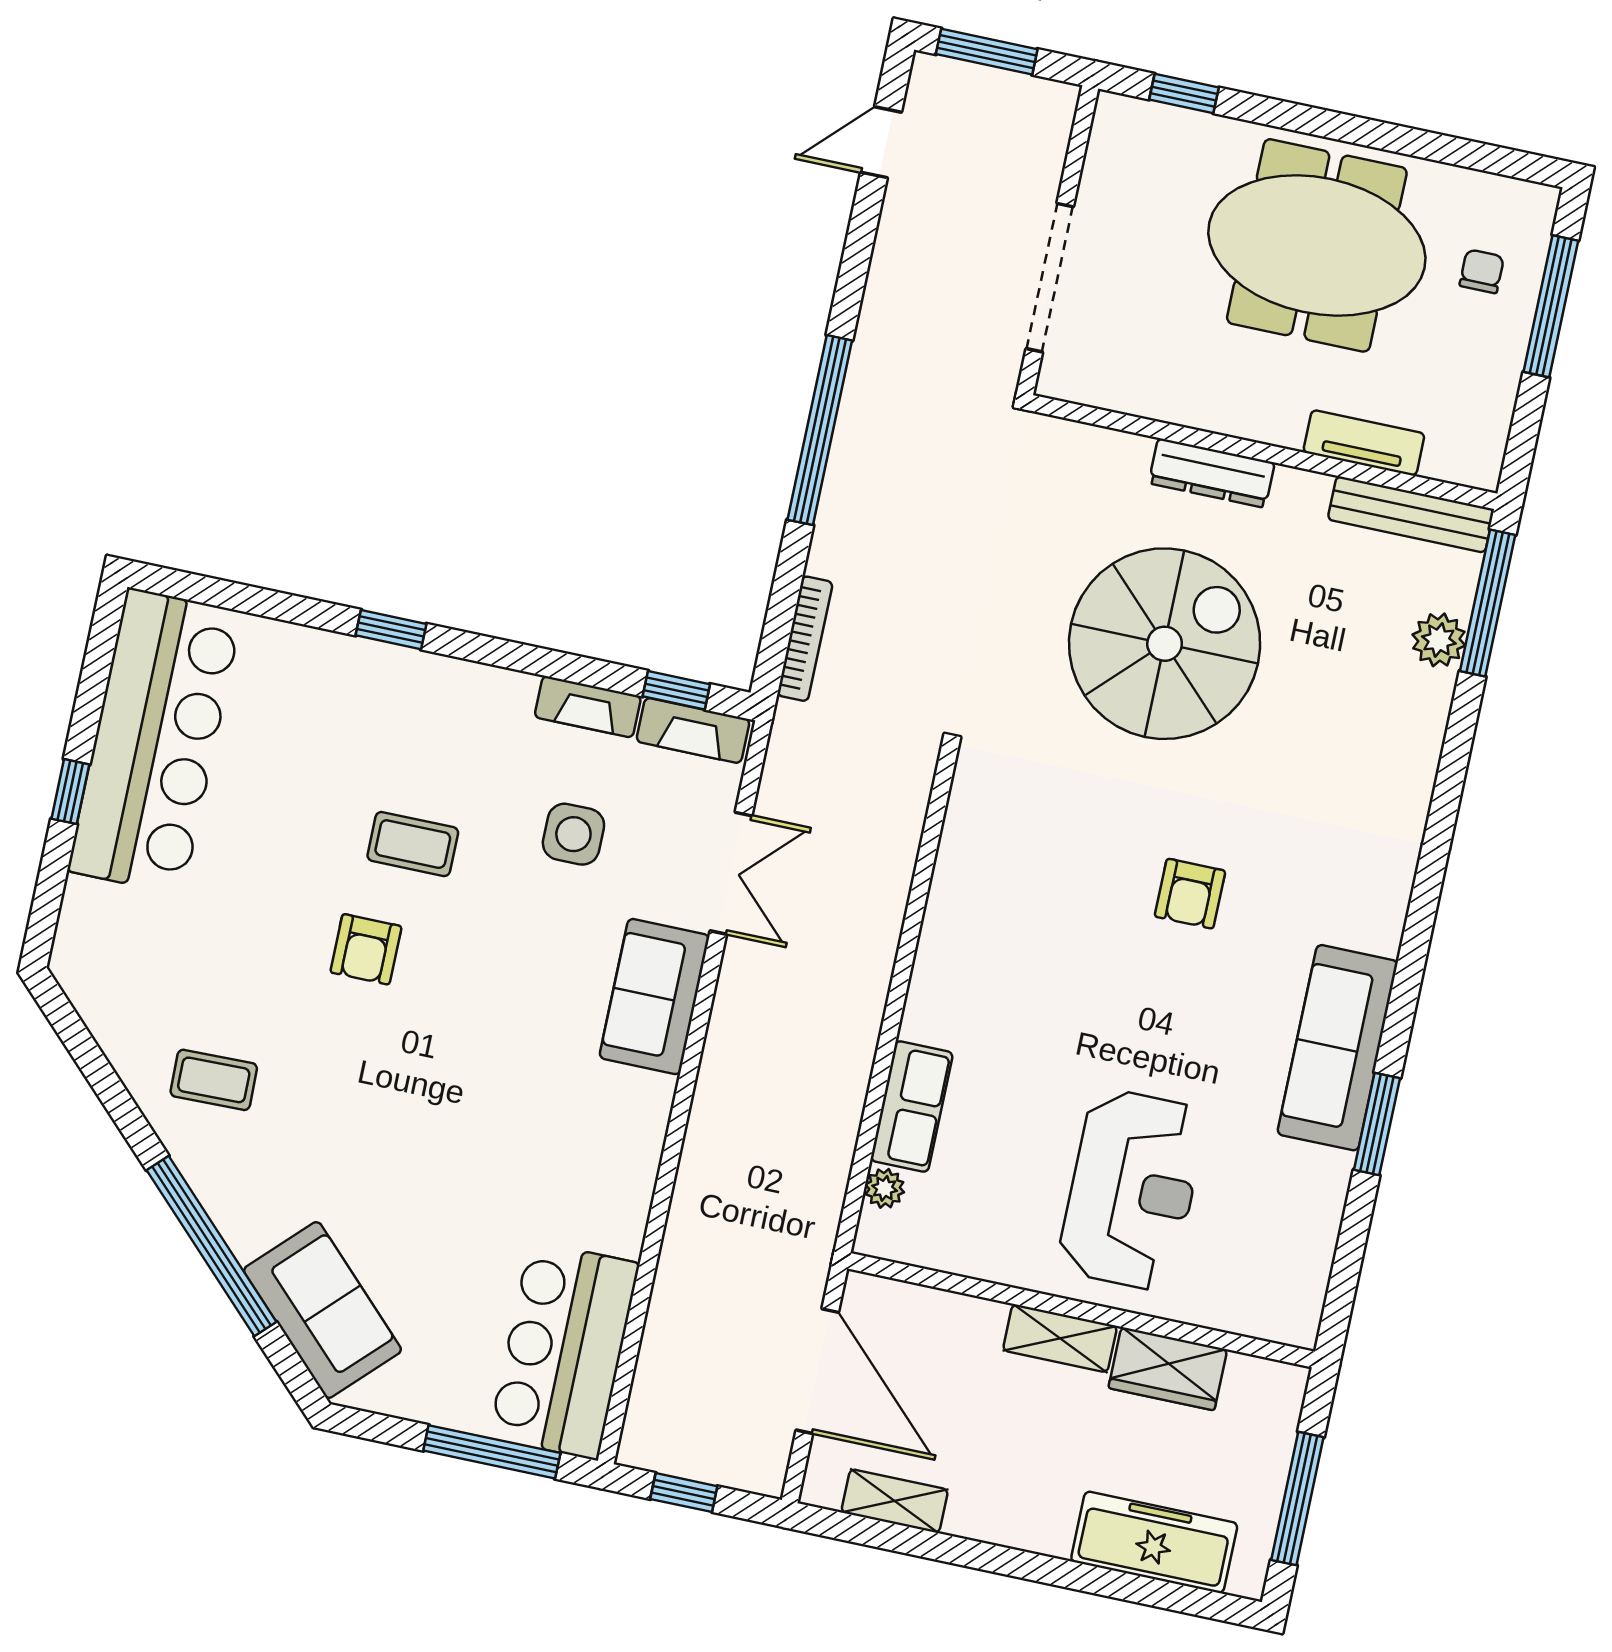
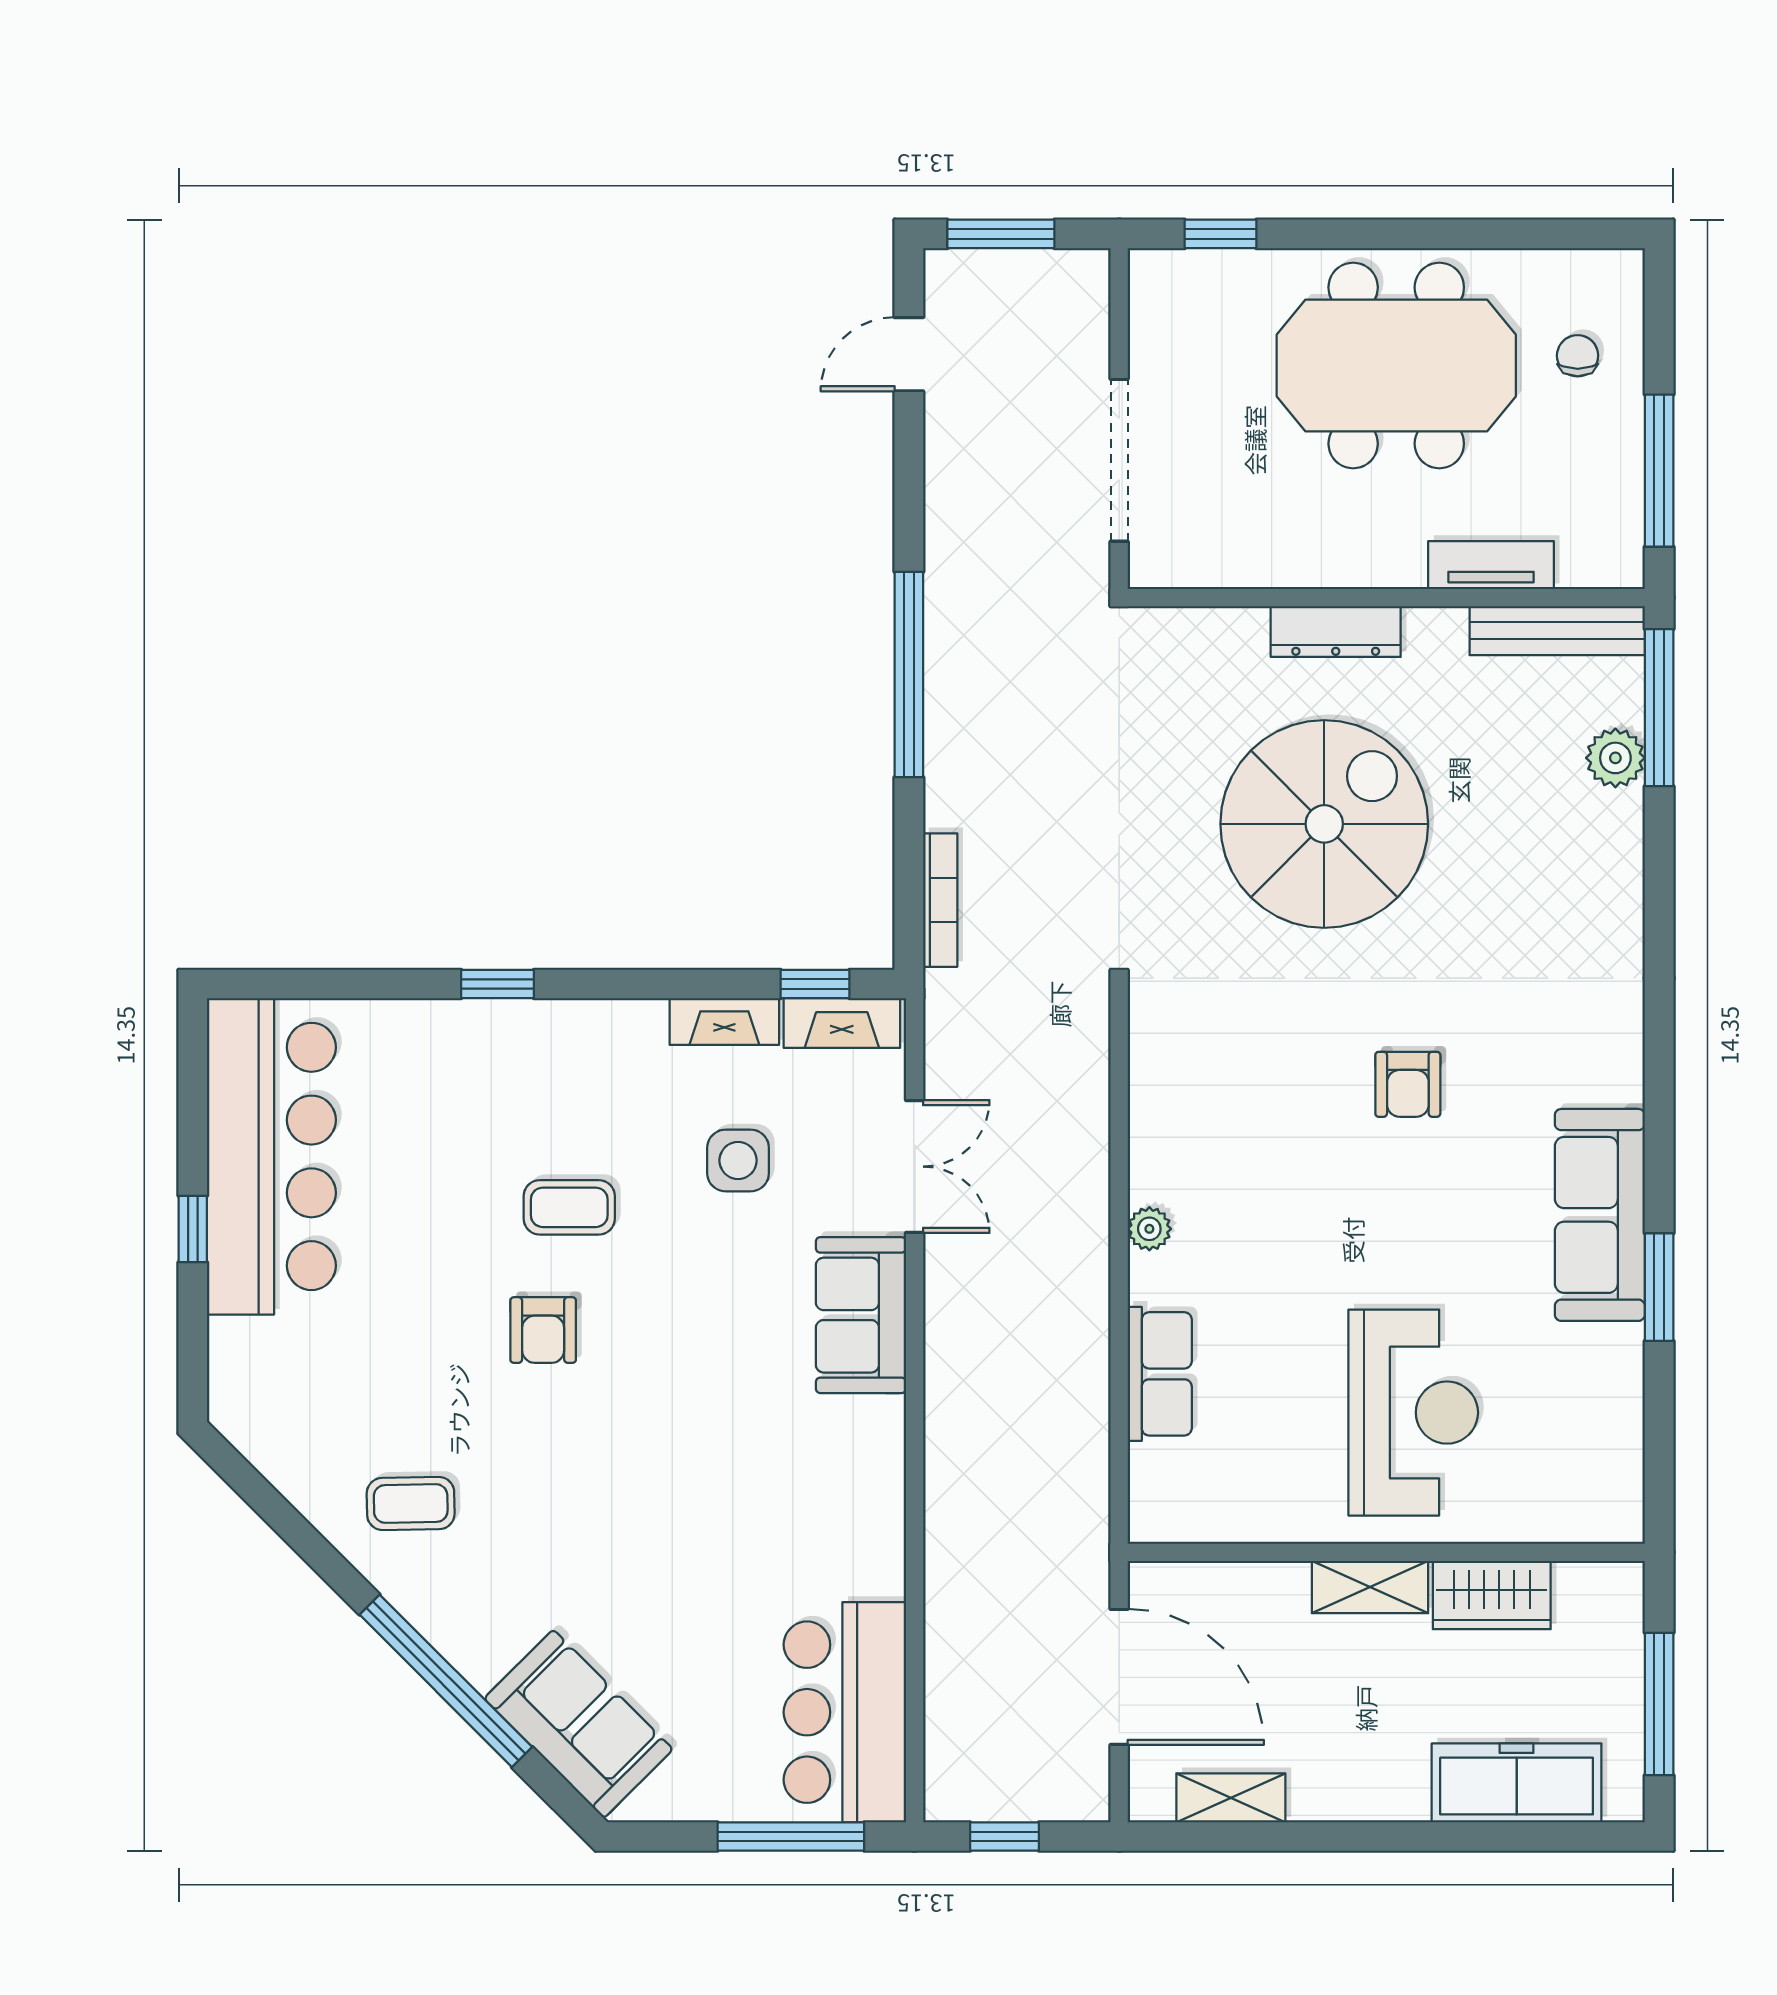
window: (1551, 306) -> (1659, 471), moved
plant: (885, 1188) -> (1149, 1229), moved

